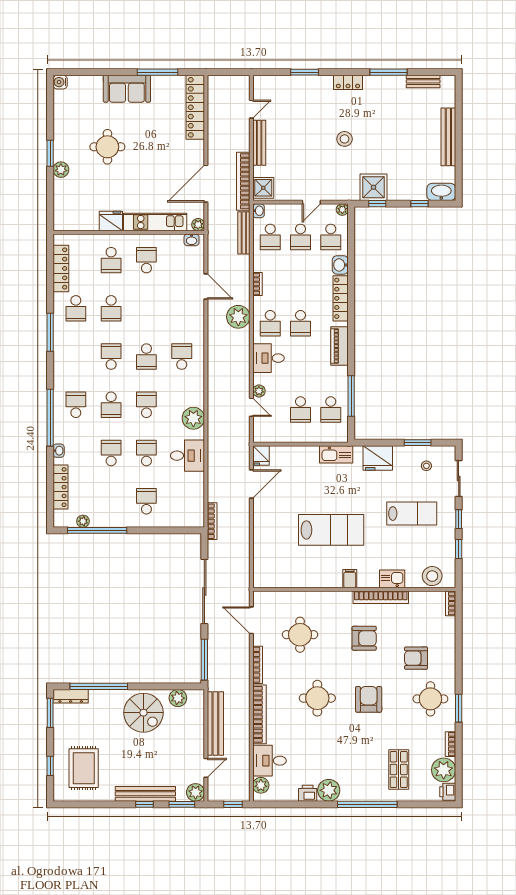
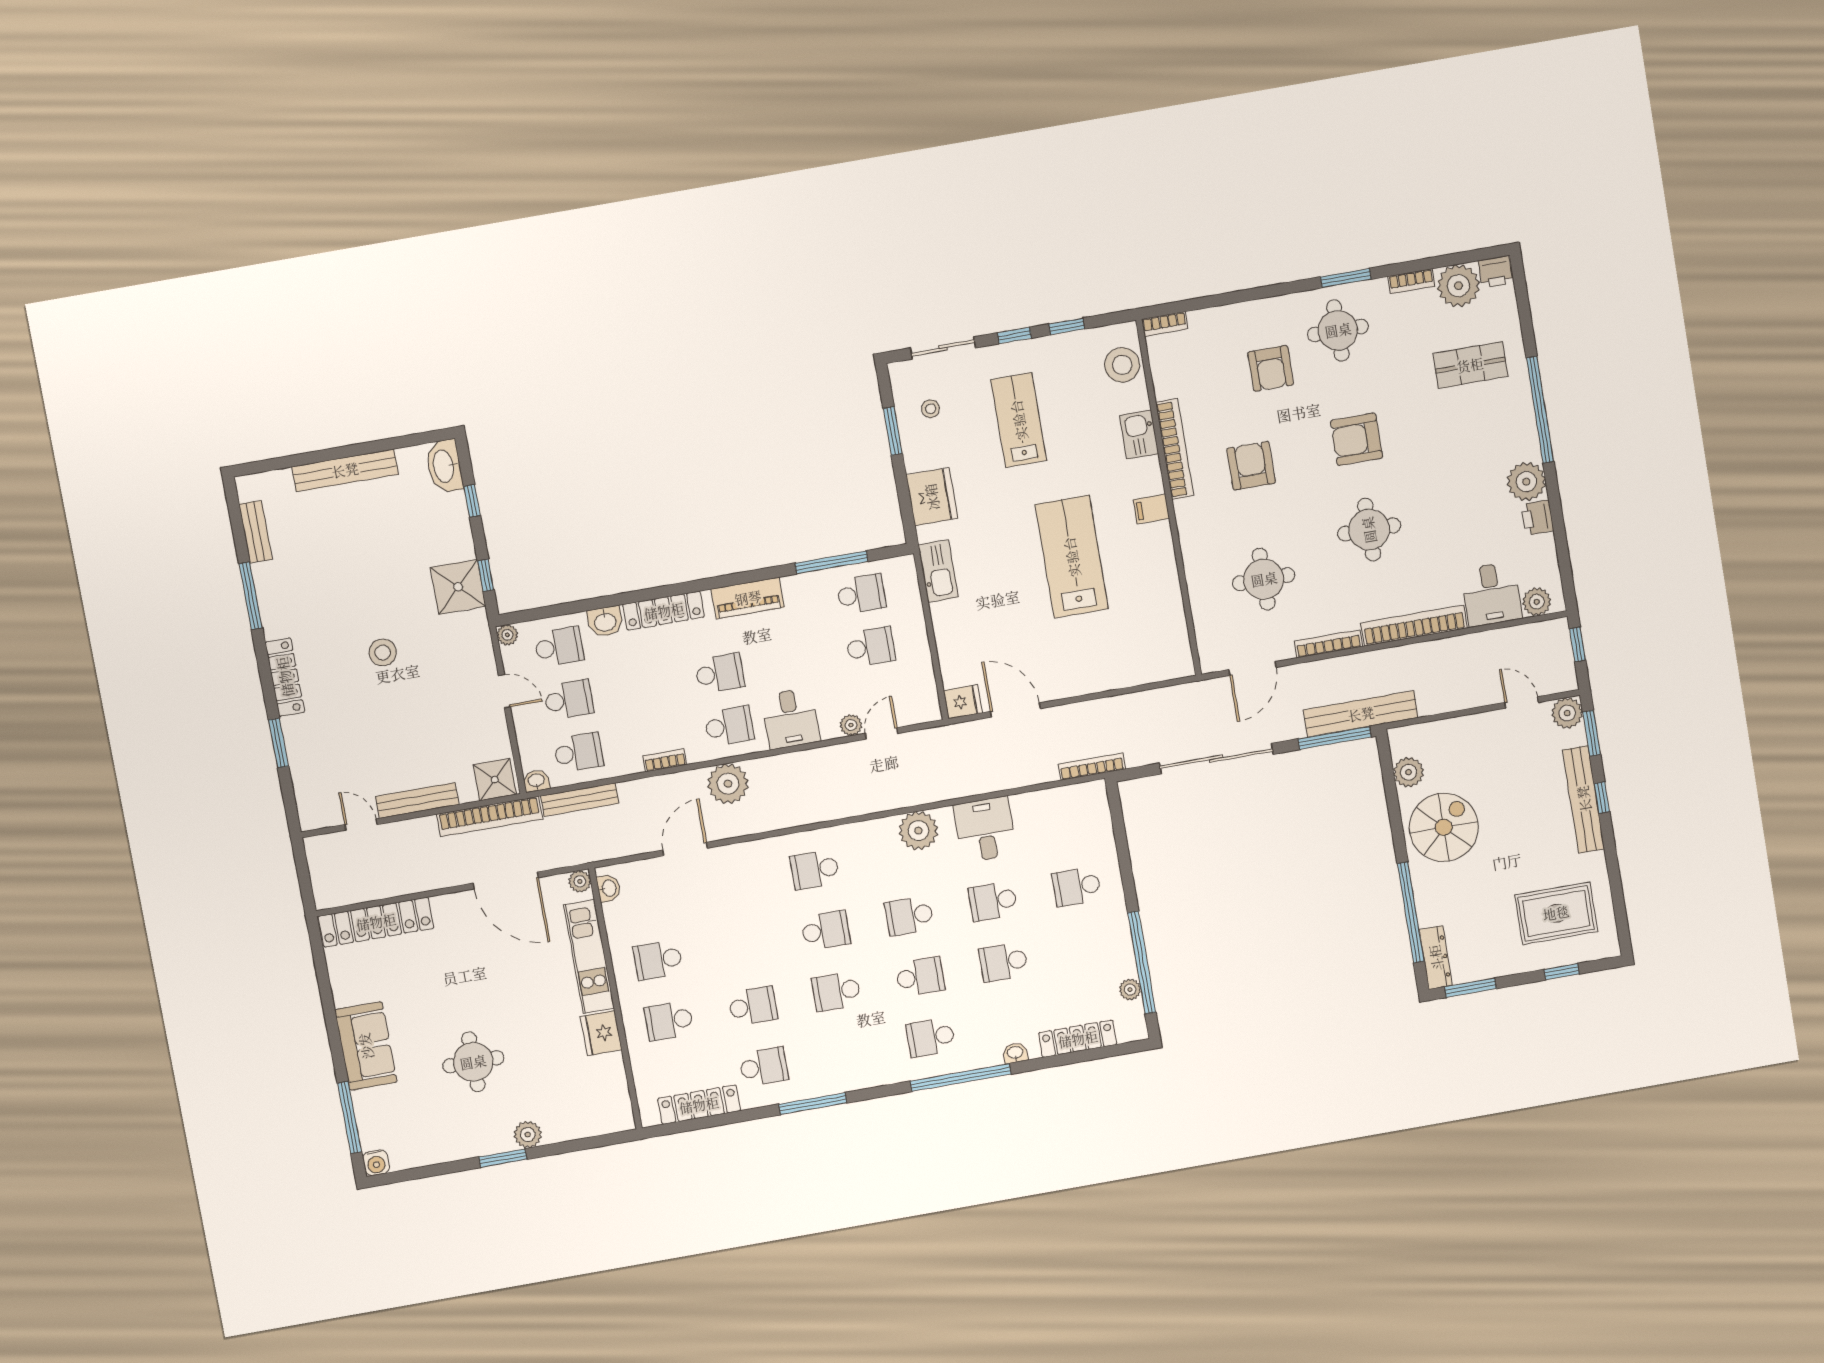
window: (157, 72) -> (350, 1117), moved
locker: (348, 82) -> (285, 677), width x1.53
school desk: (111, 260) -> (669, 1021), turned 180
bench: (215, 723) -> (1361, 714), moved

